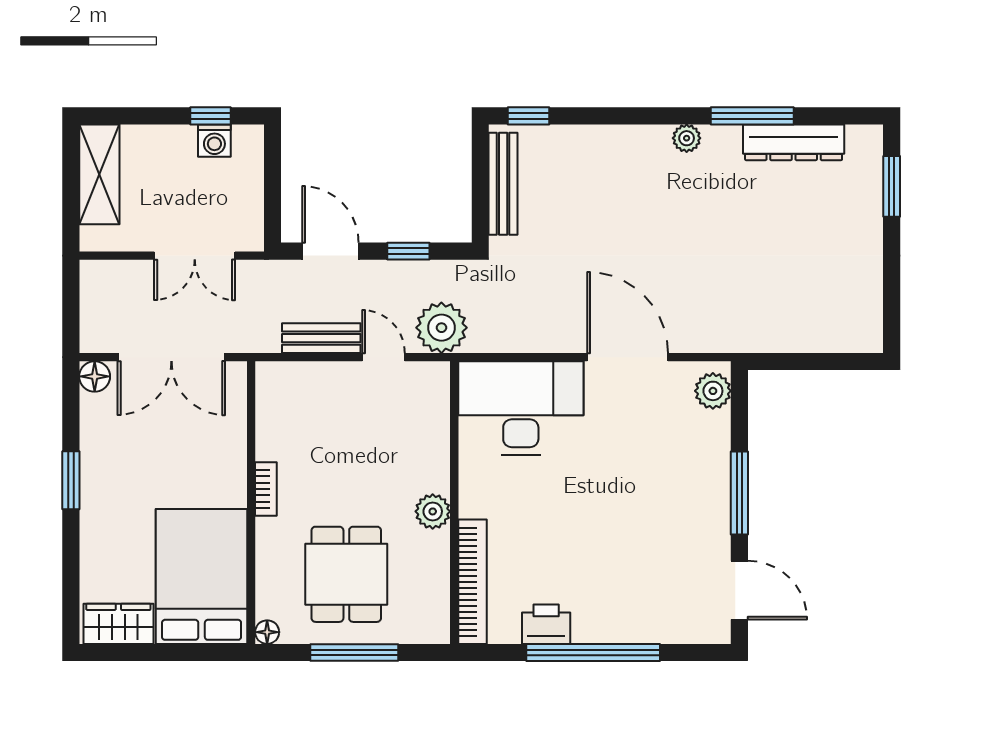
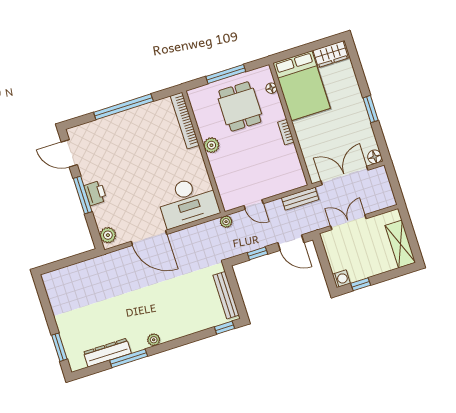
washing machine: (214, 141) -> (341, 279), moved, turned 90
plant: (441, 328) -> (226, 222), width x0.53, depth x0.53
bench: (321, 338) -> (300, 199), moved
printer: (546, 624) -> (95, 193), moved, turned -90
floor lamp: (267, 632) -> (271, 88), moved

